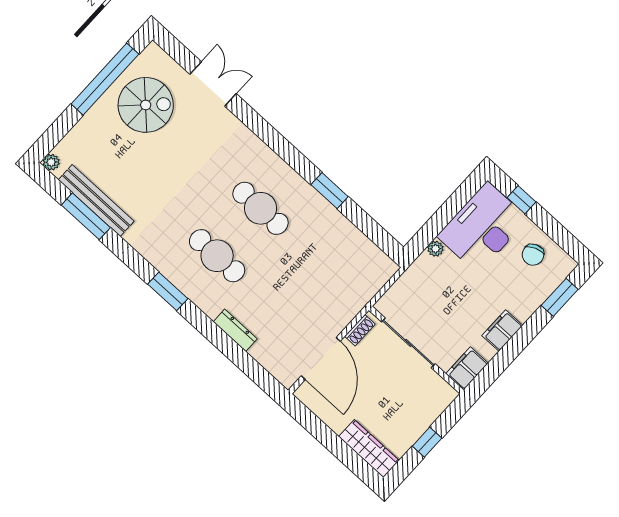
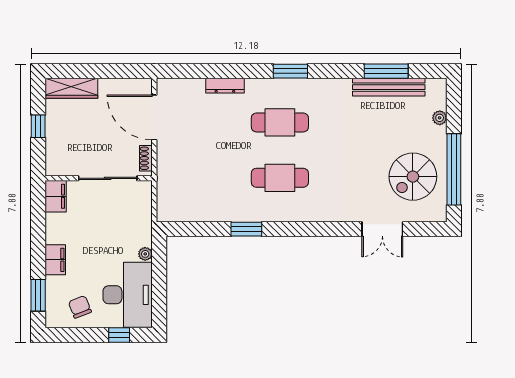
plant: (51, 162) -> (440, 118), moved
filing cabinet: (502, 330) -> (55, 260), moved

